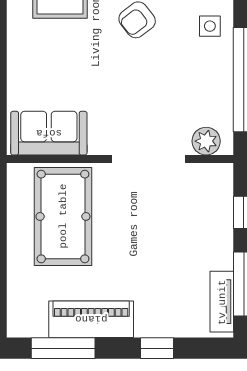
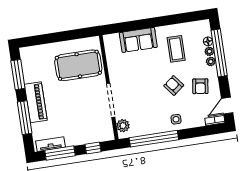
sofa: (49, 133) -> (138, 40), moved, turned 90
piano: (91, 319) -> (36, 102), moved
window: (157, 348) -> (25, 118), width x2.17

